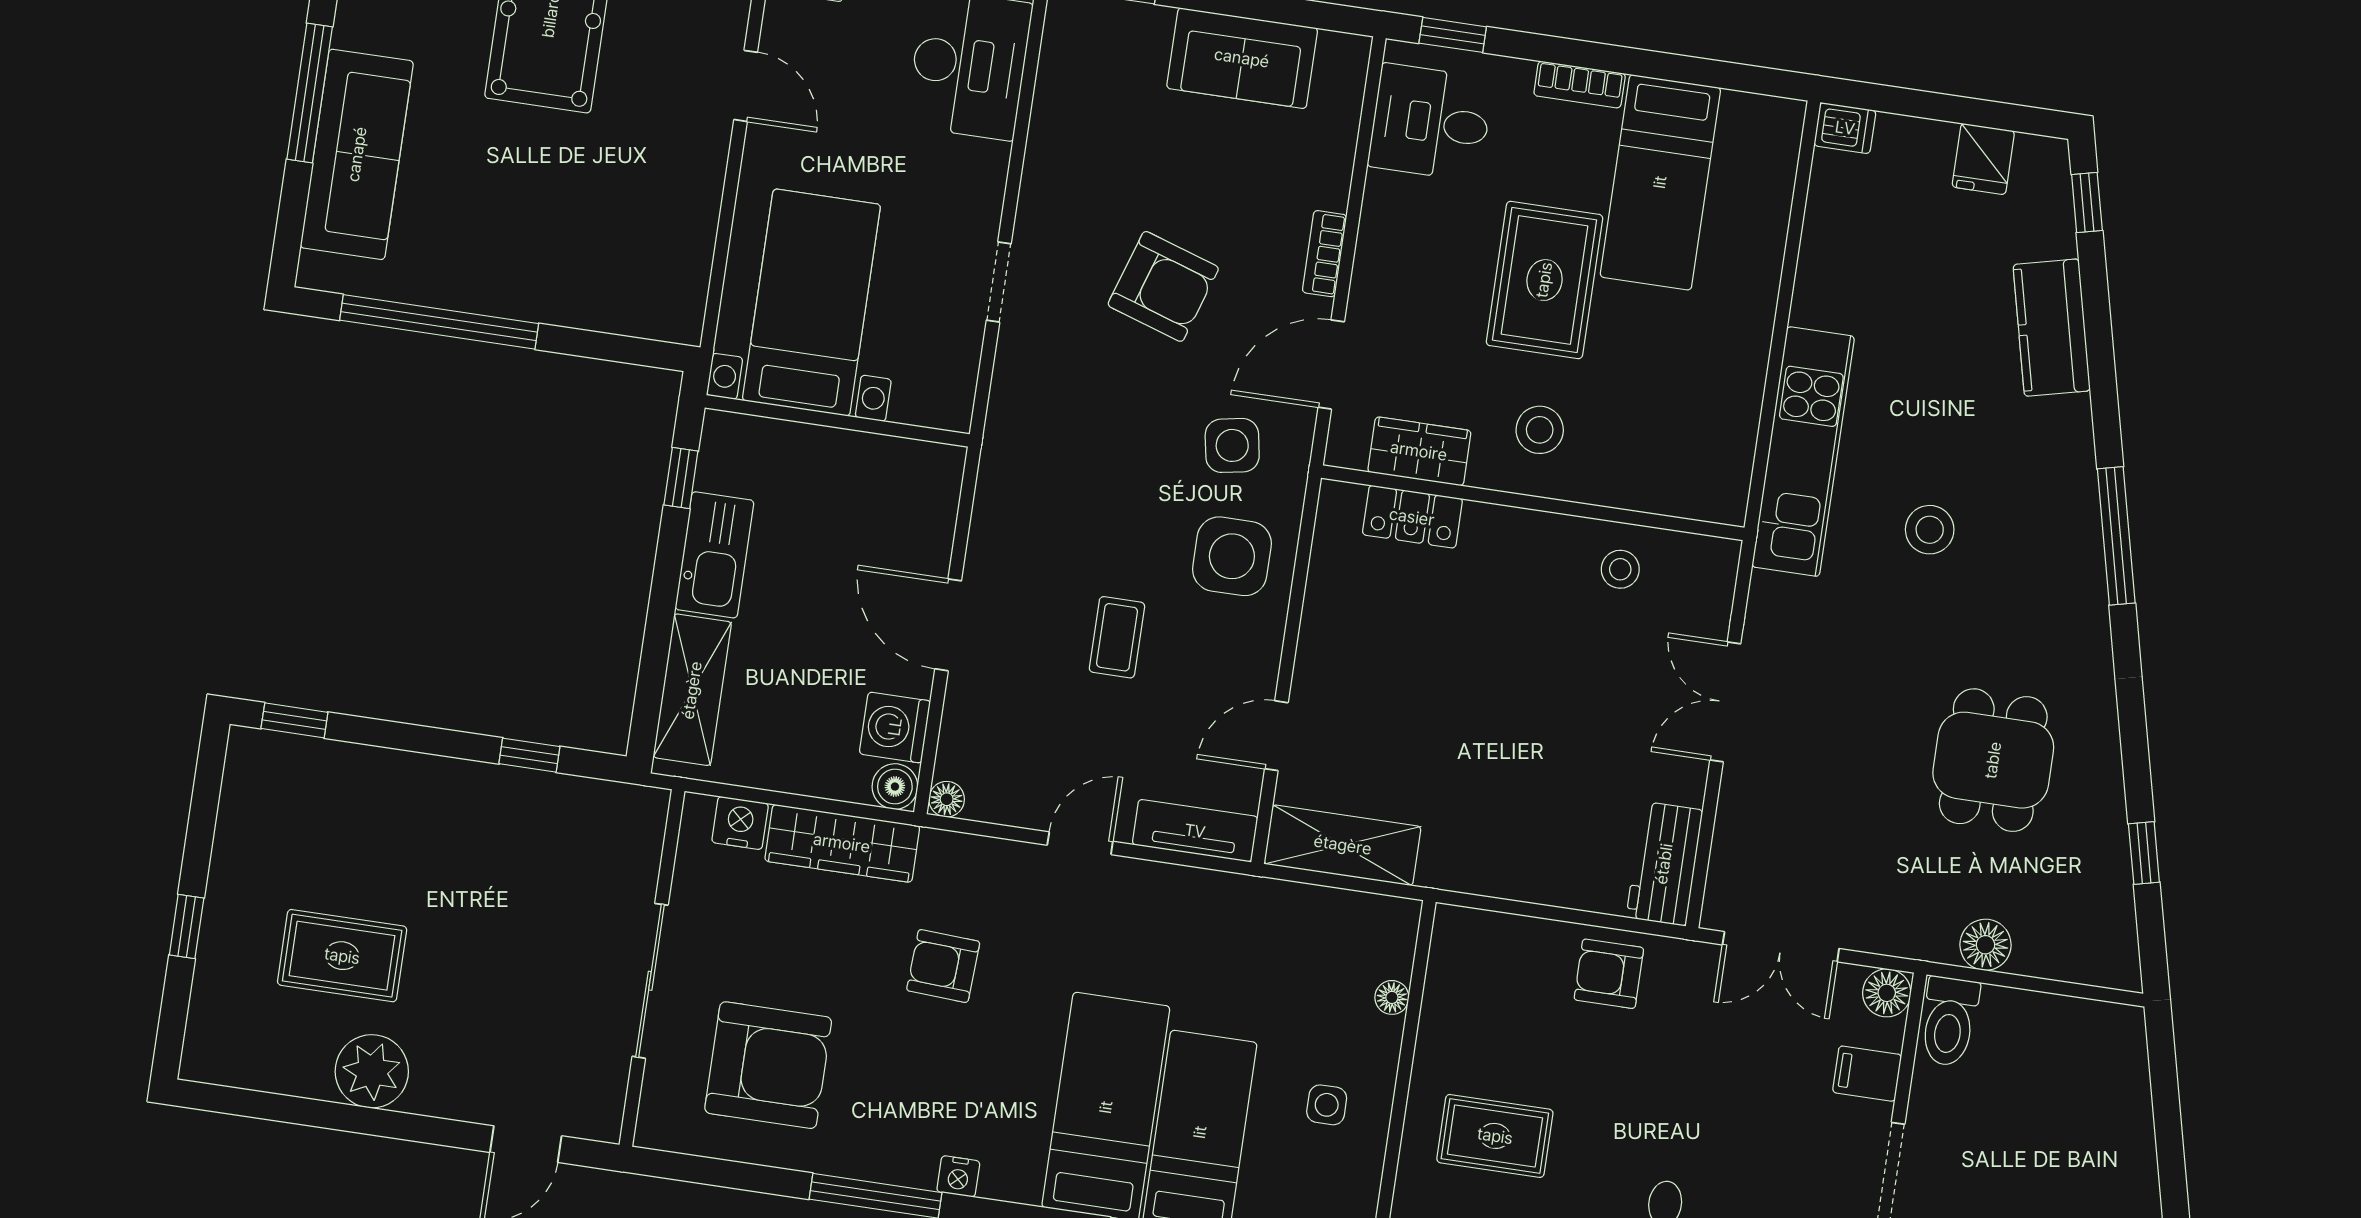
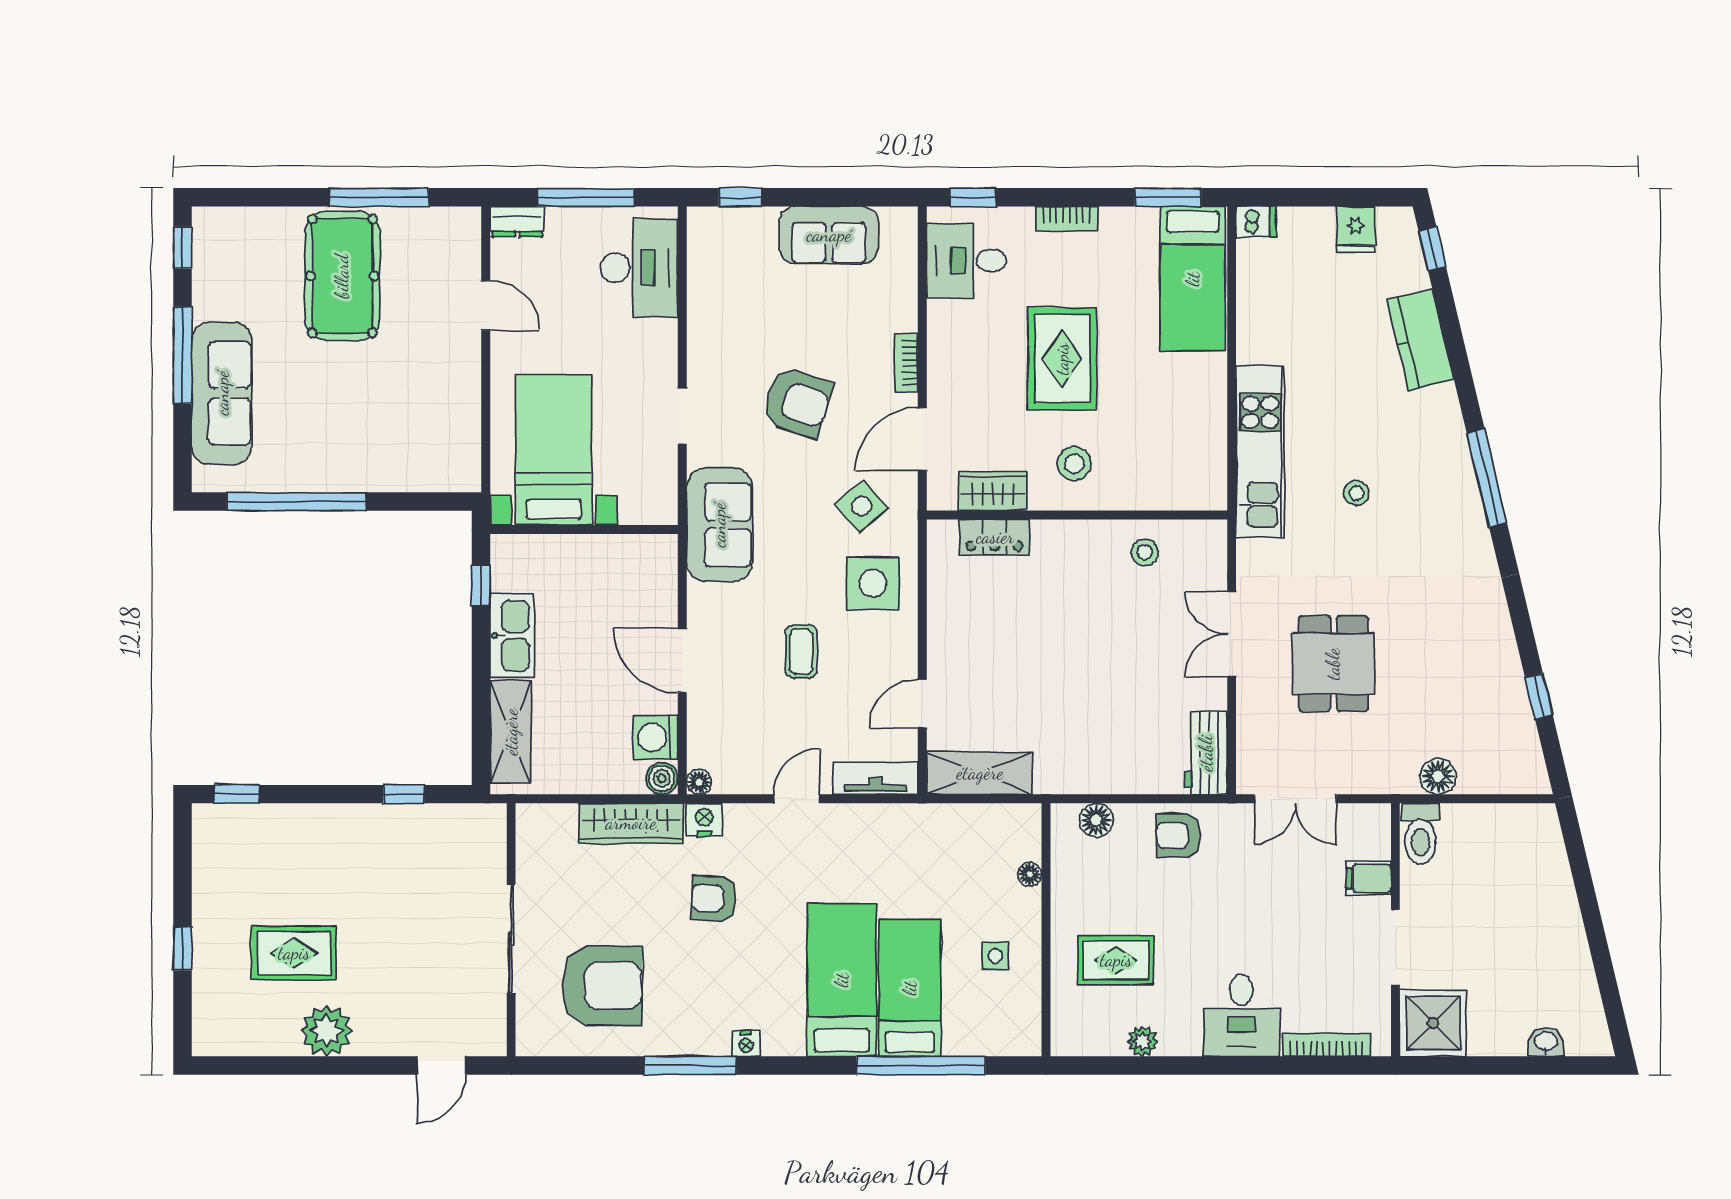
window: (1727, 75) -> (1168, 197), added
bed: (1660, 182) -> (1193, 279), moved
sofa: (1029, 442) -> (719, 525), added
side table: (1232, 445) -> (862, 506), turned -30
stool: (1930, 530) -> (1356, 493), width x0.73, depth x0.73
dining table: (1993, 760) -> (1333, 664), moved
nightstand: (740, 823) -> (704, 820), moved
floor lamp: (1887, 993) -> (1096, 820), moved

